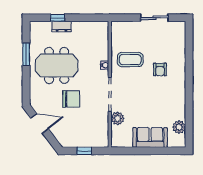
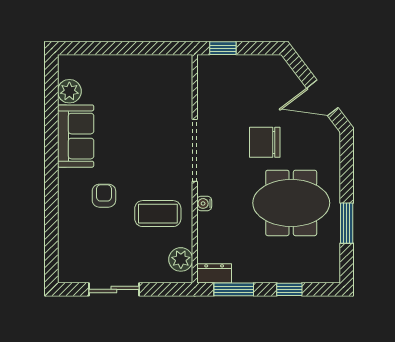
window: (88, 18) -> (234, 289), added
dresser: (62, 27) -> (214, 273), moved
plant: (118, 118) -> (181, 259), moved
sofa: (150, 137) -> (76, 136), moved, turned -90
window: (84, 151) -> (223, 48), moved

